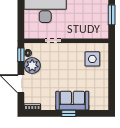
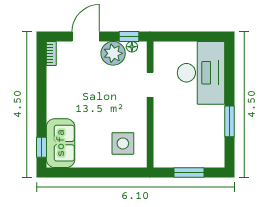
sofa: (72, 101) -> (61, 143), moved
window: (69, 113) -> (41, 147), moved

